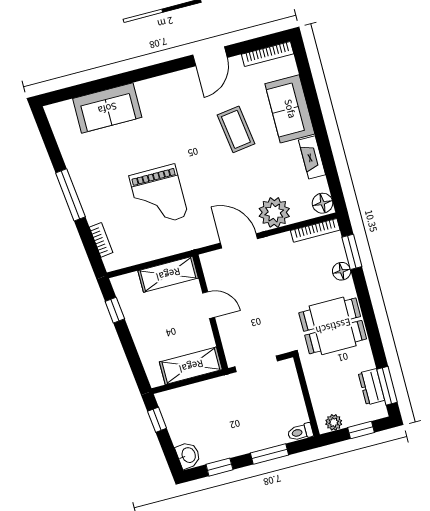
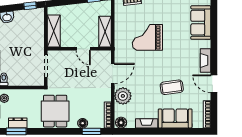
fireplace: (172, 82) -> (205, 60), added
door: (209, 305) -> (83, 49), hinge flipped

